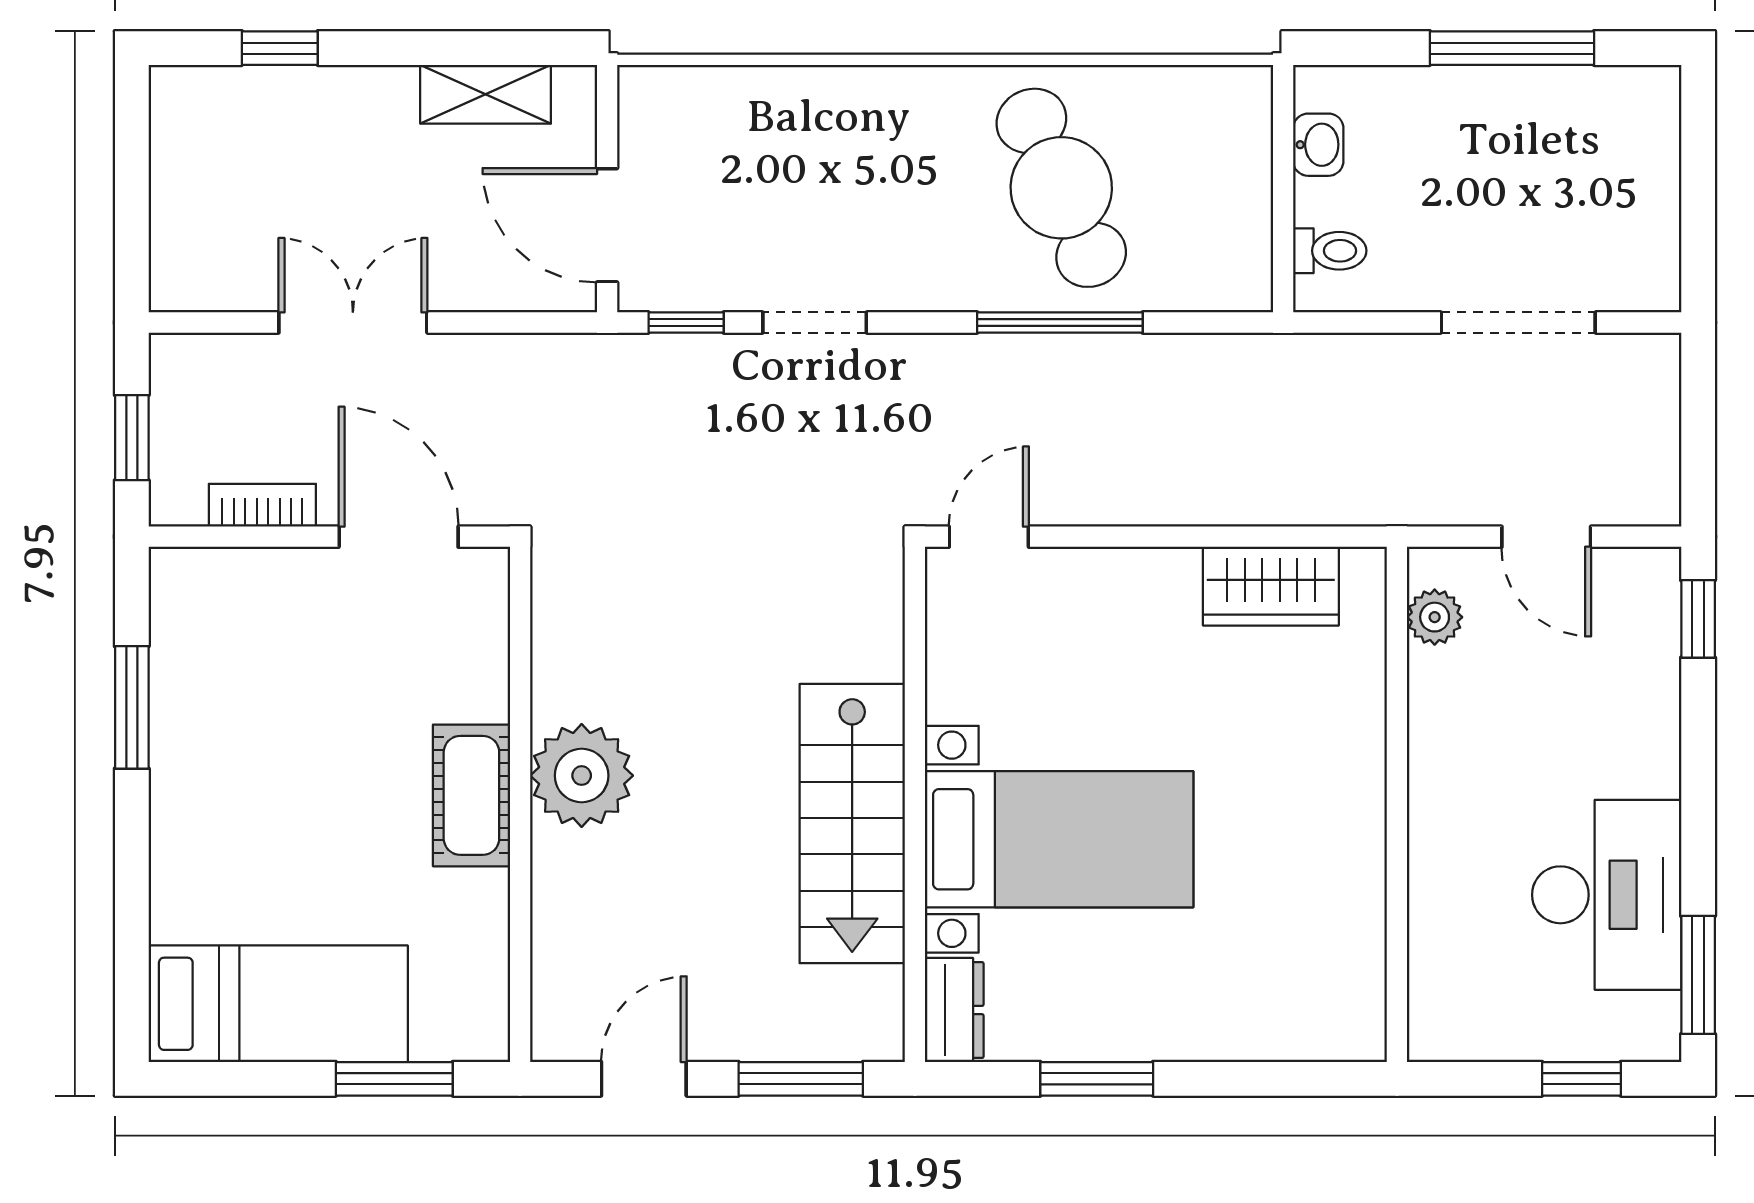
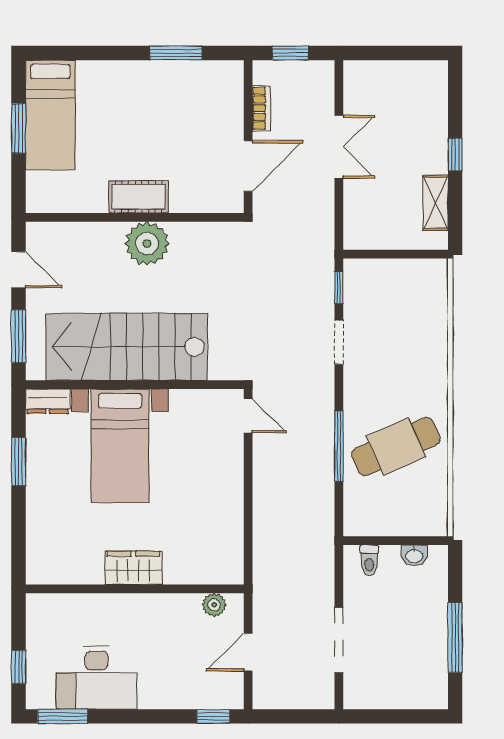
window: (280, 48) -> (455, 154), moved
door: (607, 225) -> (380, 254), removed
wardrobe: (1271, 586) -> (133, 568), moved, turned 90
stairs: (852, 824) -> (127, 347), width x1.36, depth x1.51
window: (394, 1079) -> (19, 128), moved

